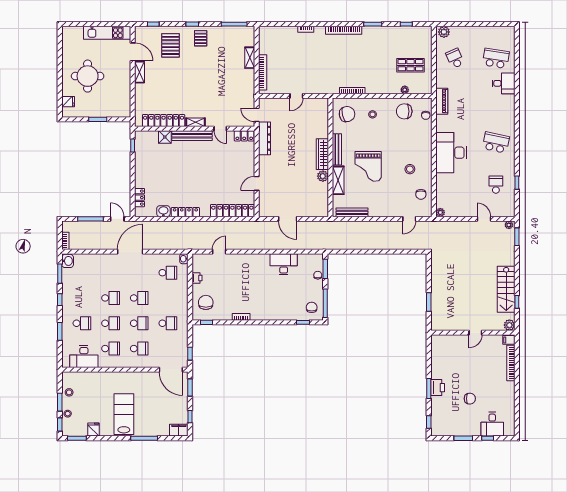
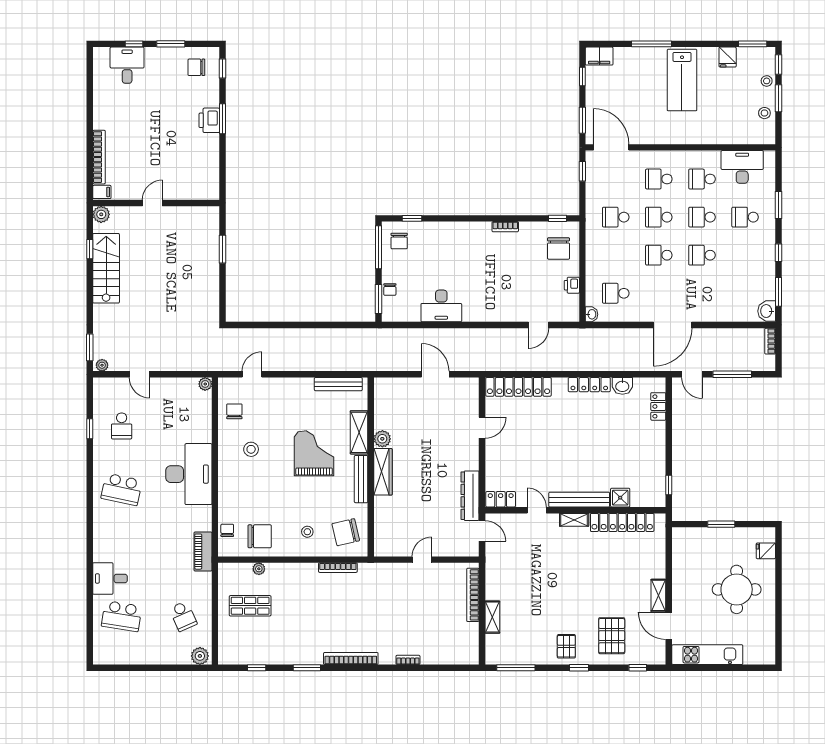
chair: (470, 399) -> (196, 67), moved

